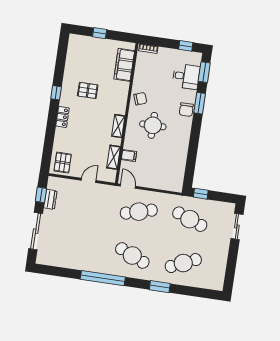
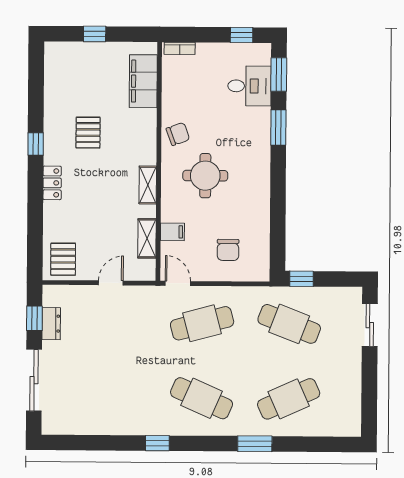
pallet: (88, 90) -> (88, 133), turned 90
chair: (186, 110) -> (228, 250), moved
window: (103, 278) -> (157, 443), width x0.32

